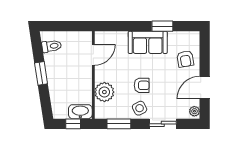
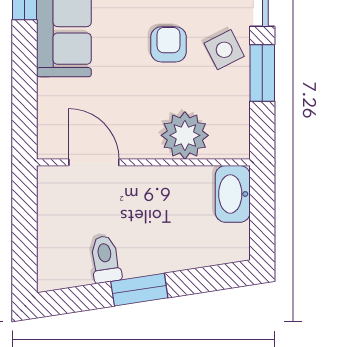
toilet: (52, 46) -> (105, 259), moved
window: (73, 124) -> (262, 212), removed
window: (119, 124) -> (262, 73), moved

